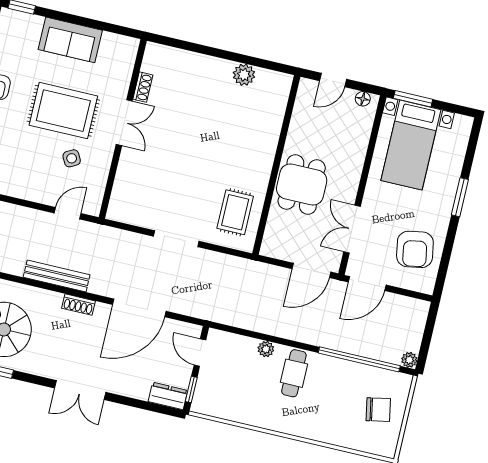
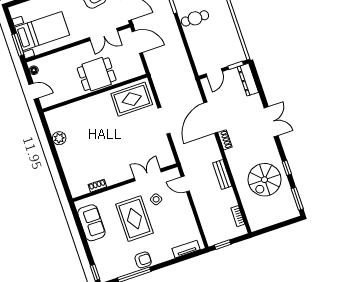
sofa: (70, 40) -> (91, 223), moved
double door: (124, 123) -> (148, 175), moved
rug: (235, 212) -> (132, 99), width x1.36, depth x1.43
bench: (57, 276) -> (222, 175), width x0.73
shoe rack: (78, 305) -> (225, 140), moved
door: (139, 308) -> (211, 118), swing flipped
plant: (266, 349) -> (192, 40), removed
dresser: (168, 396) -> (248, 80), width x1.44

